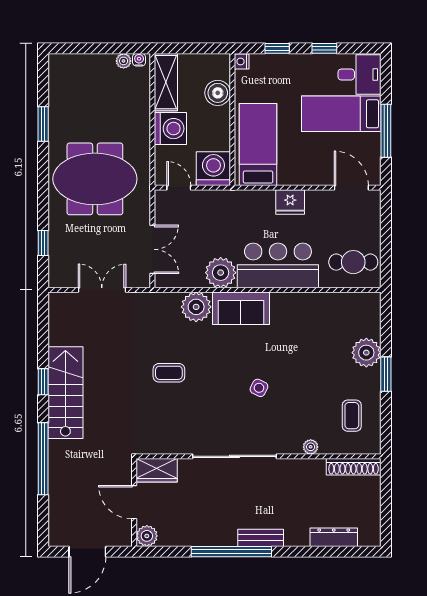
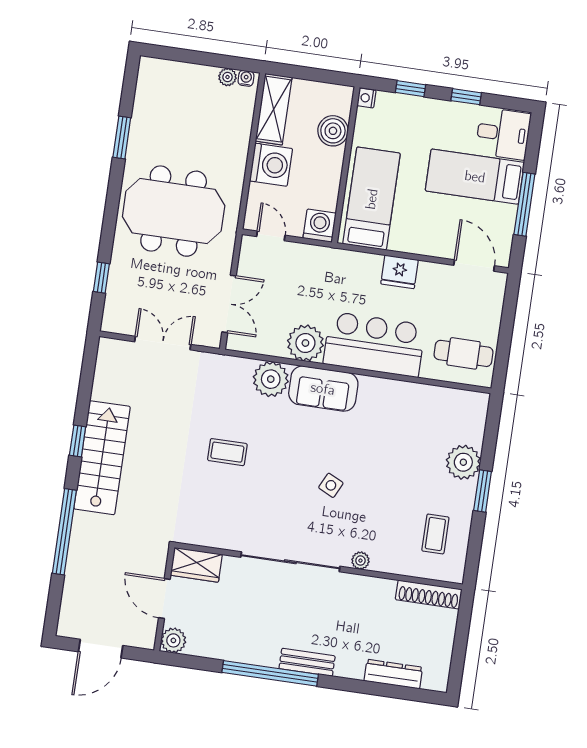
washing machine: (213, 169) -> (320, 226), width x0.73, depth x0.73
plant: (311, 447) -> (360, 561), moved

